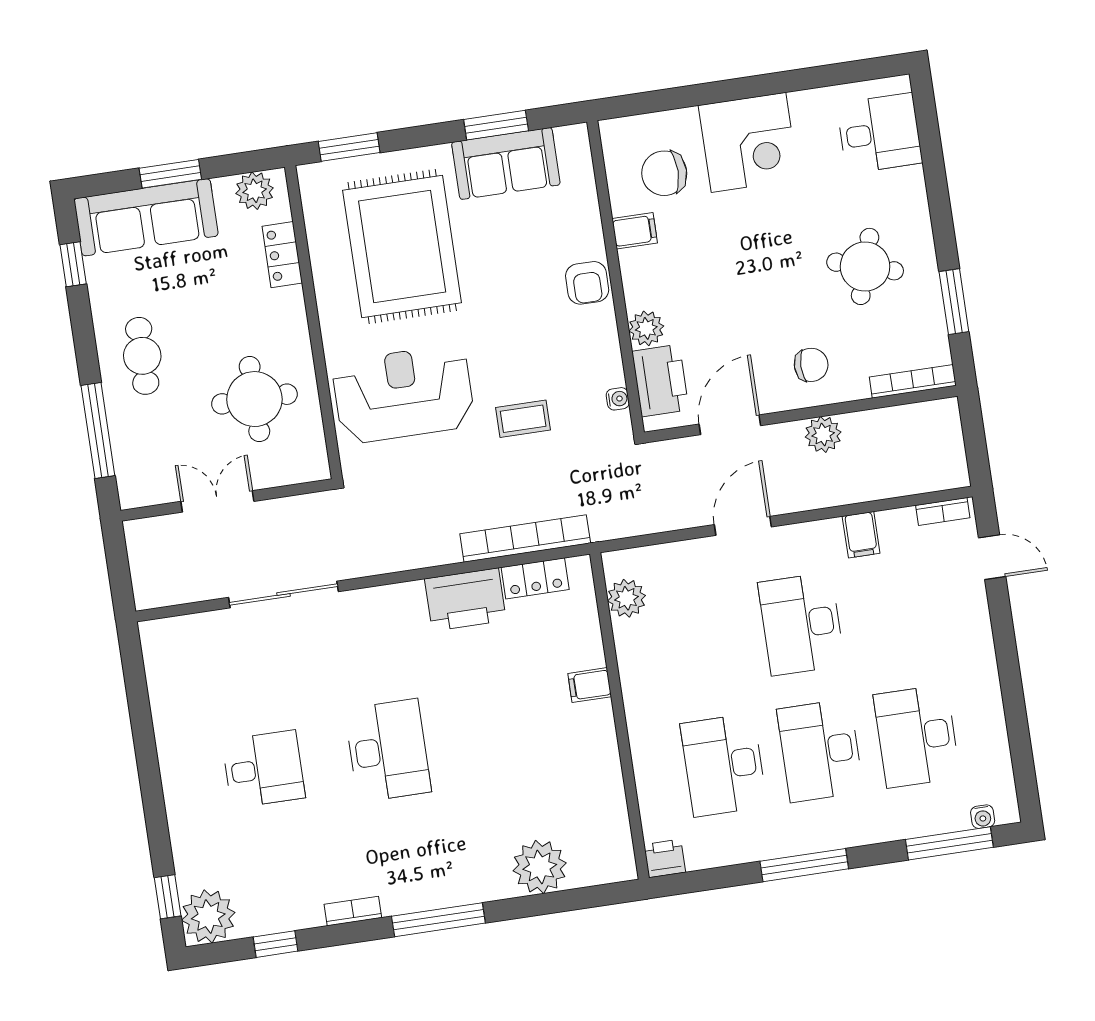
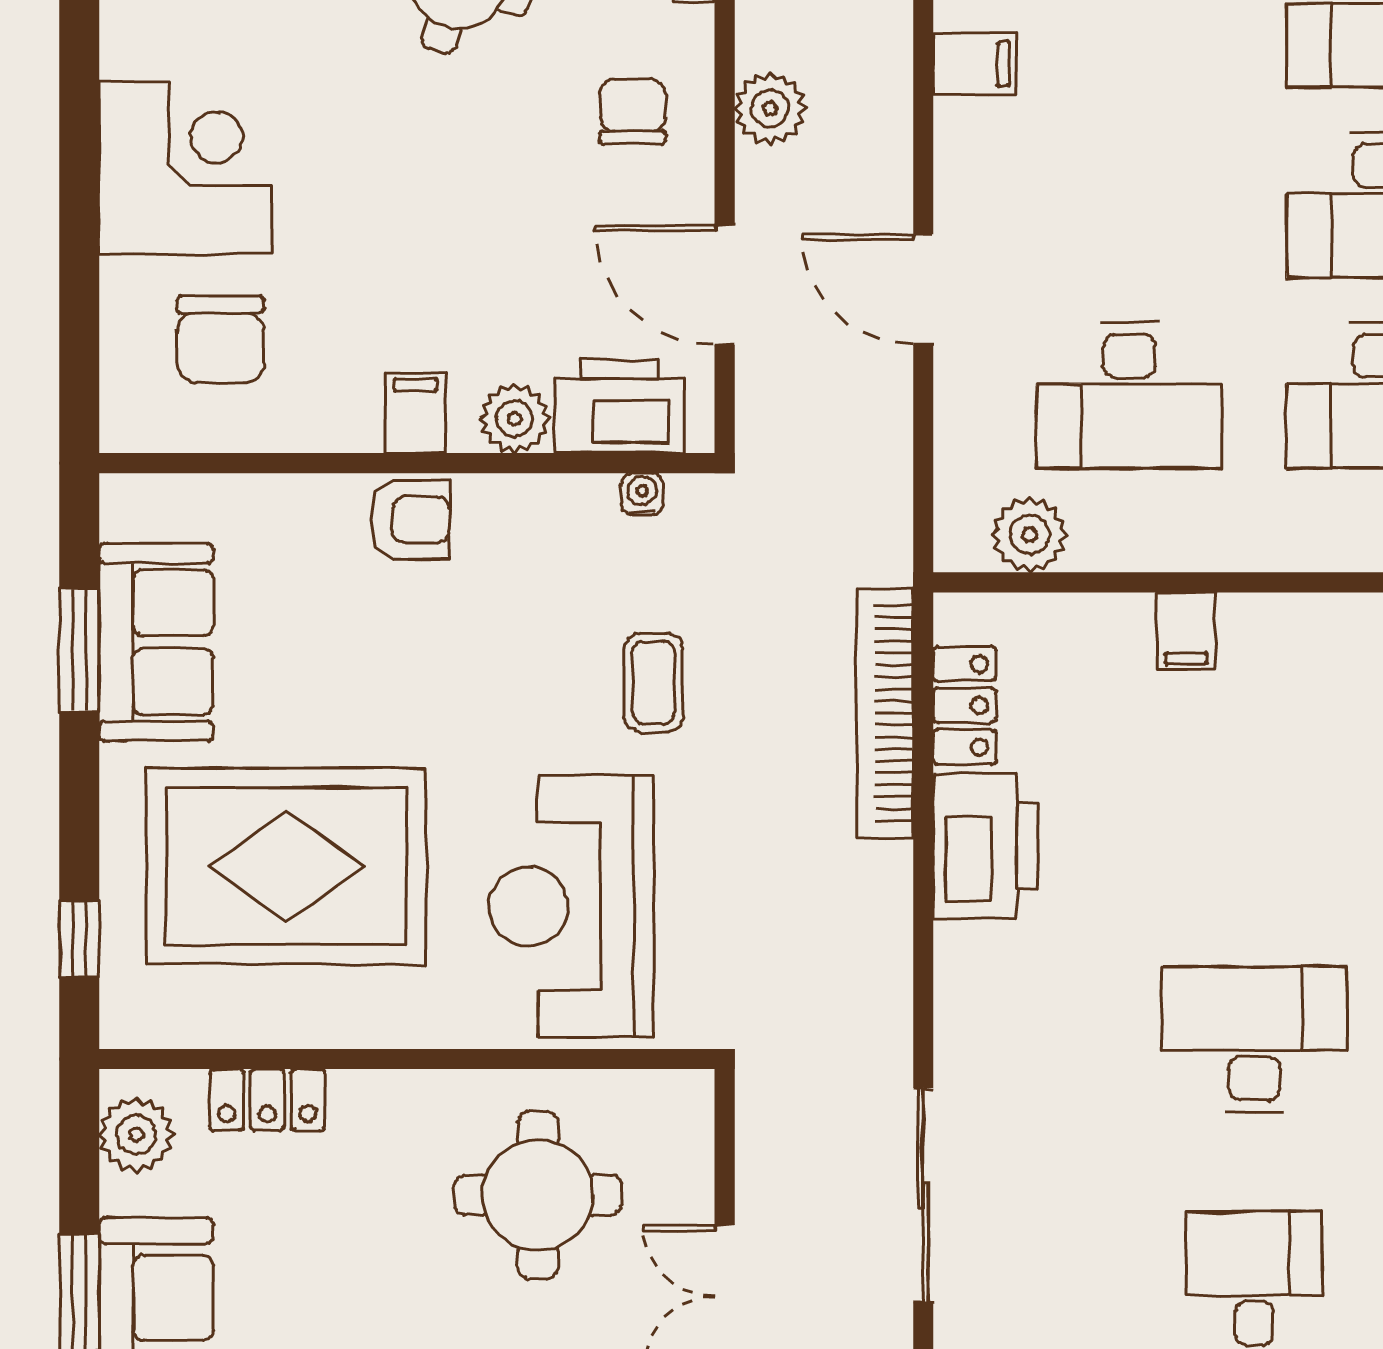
window: (349, 147) -> (79, 939), width x0.67
filing cabinet: (635, 231) -> (415, 413), moved
desk: (801, 624) -> (1129, 395), moved

